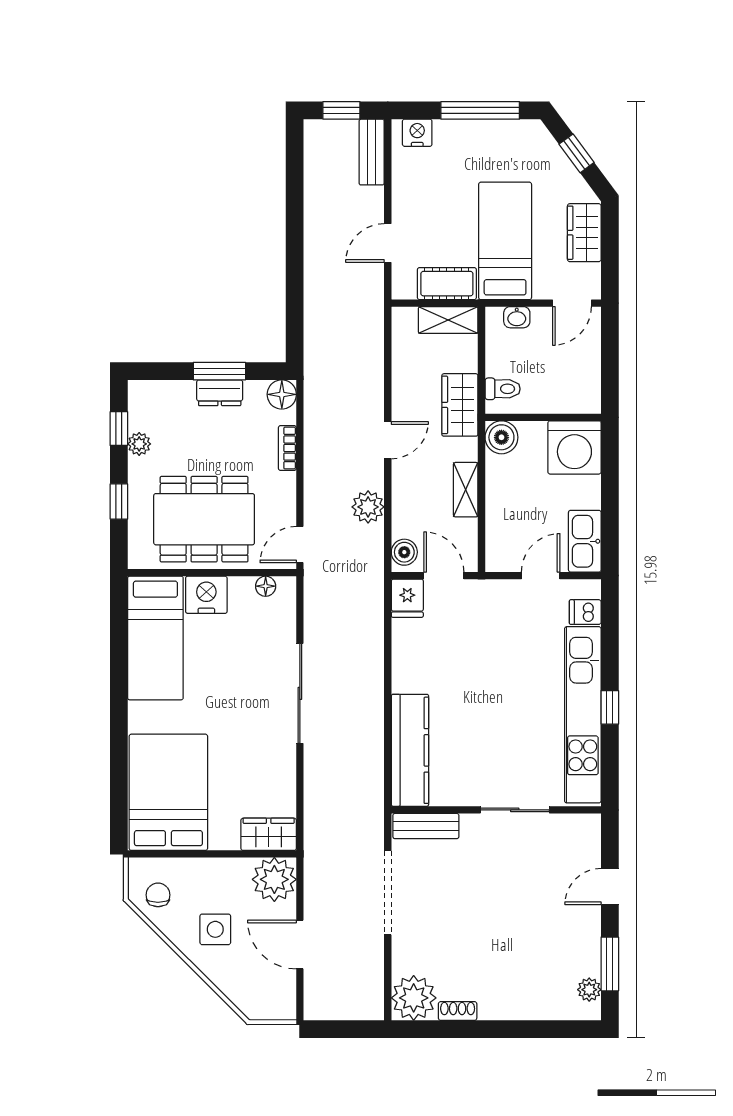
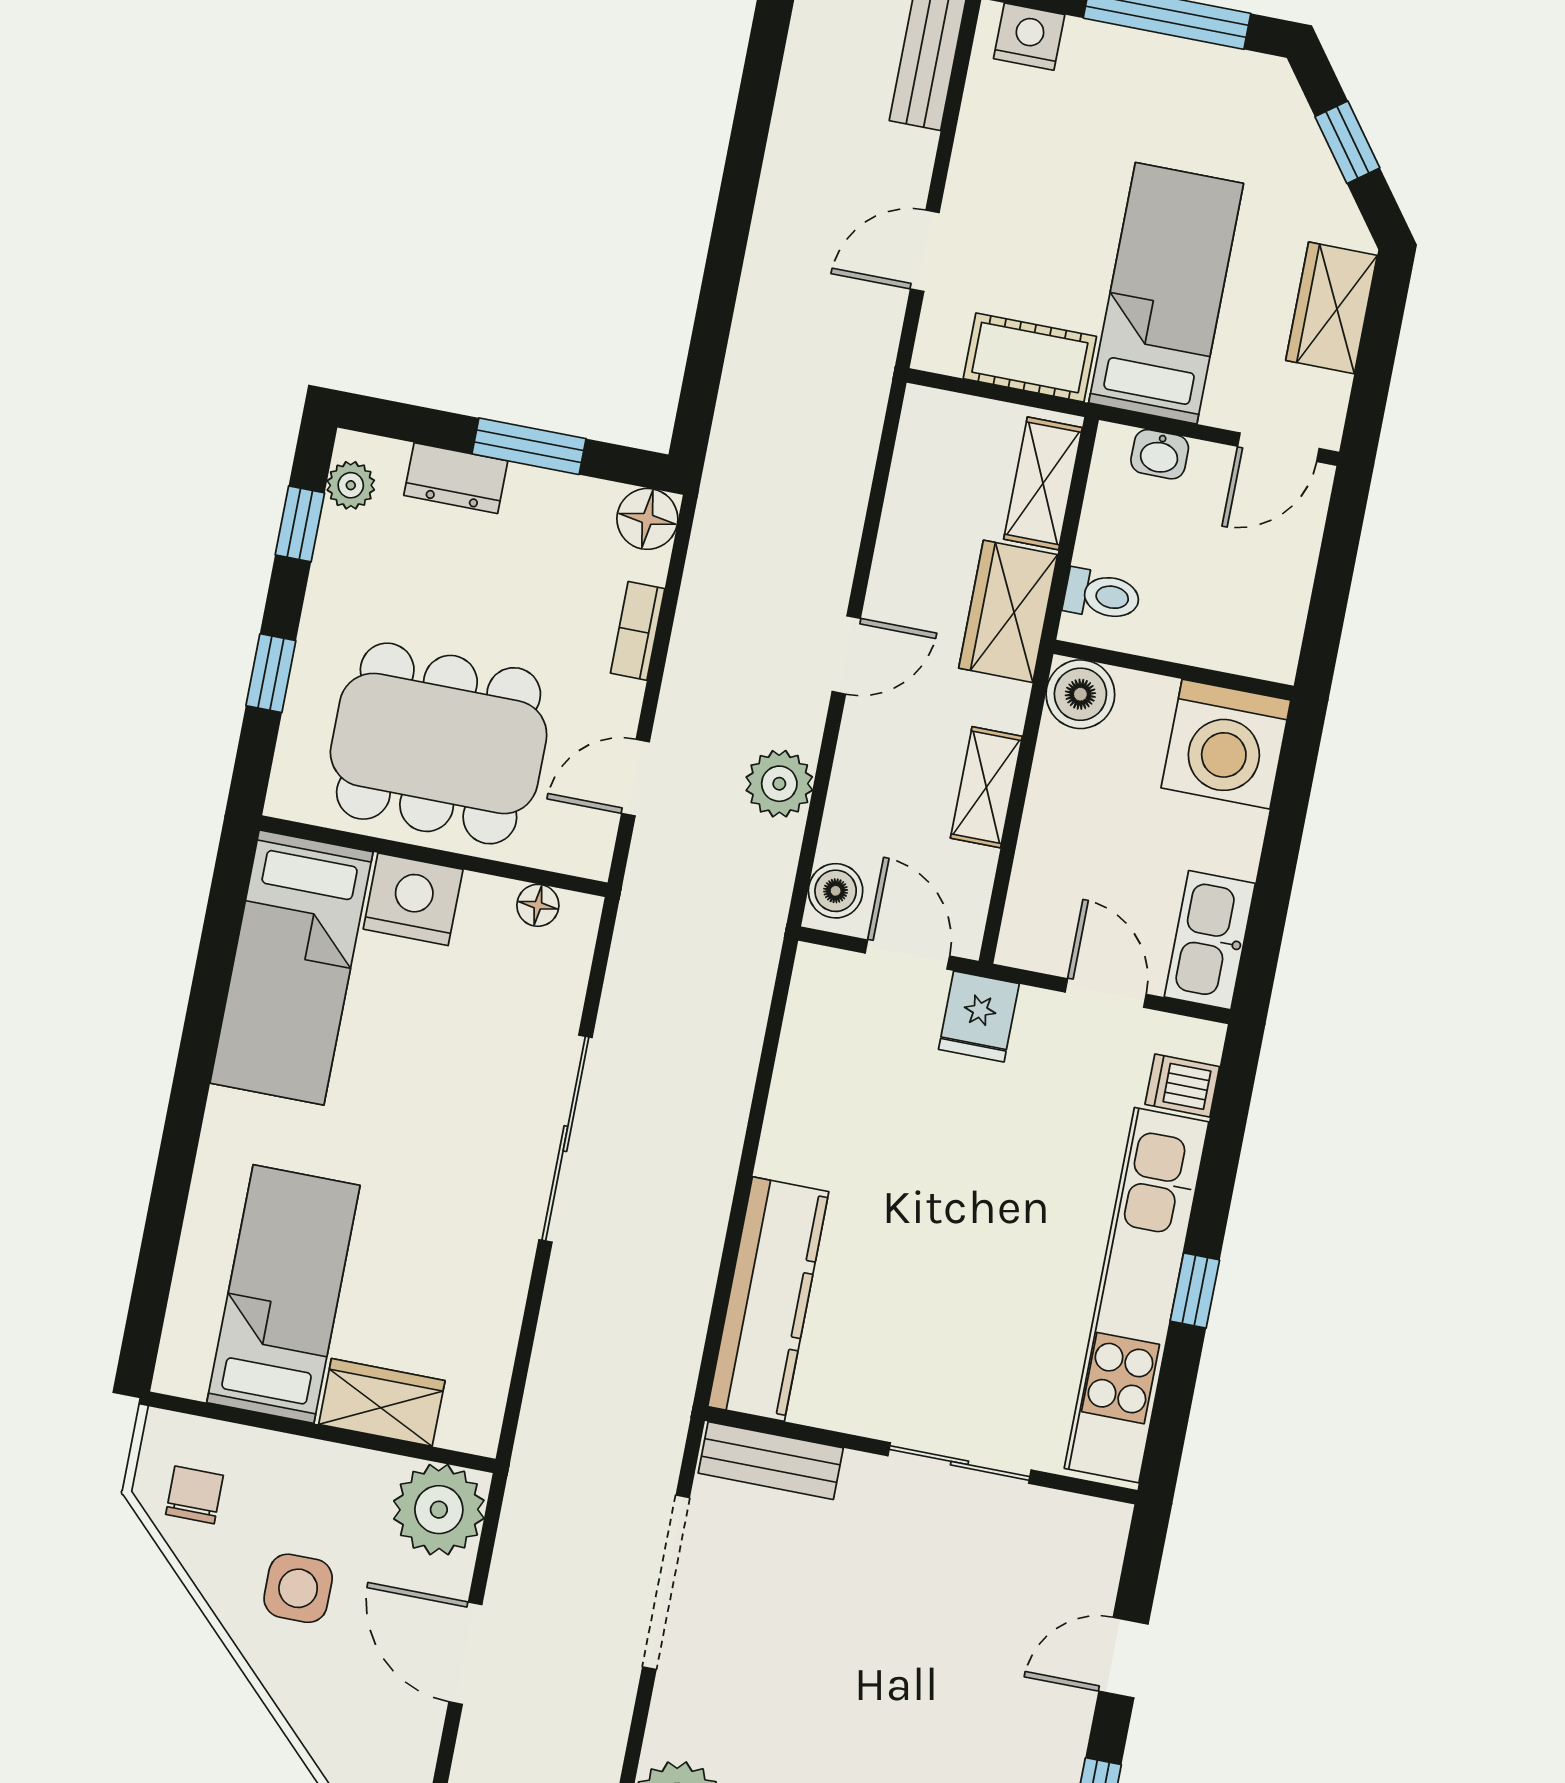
shelving: (448, 320) -> (1043, 483), moved, turned 90
dresser: (220, 393) -> (456, 478), moved
plant: (139, 444) -> (351, 485), moved
door: (300, 545) -> (636, 778), moved
door: (541, 576) -> (1106, 993), hinge flipped
fridge: (407, 598) -> (979, 1017), moved
bed: (168, 792) -> (283, 1294), width x0.67
wardrobe: (269, 834) -> (382, 1402), moved

